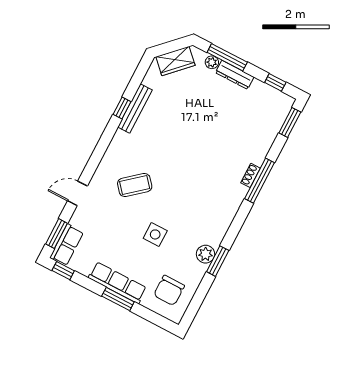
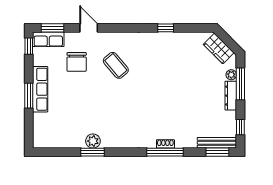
bench: (135, 109) -> (217, 143), moved
side table: (155, 234) -> (88, 98), removed
chair: (169, 290) -> (77, 62), moved, turned -90

